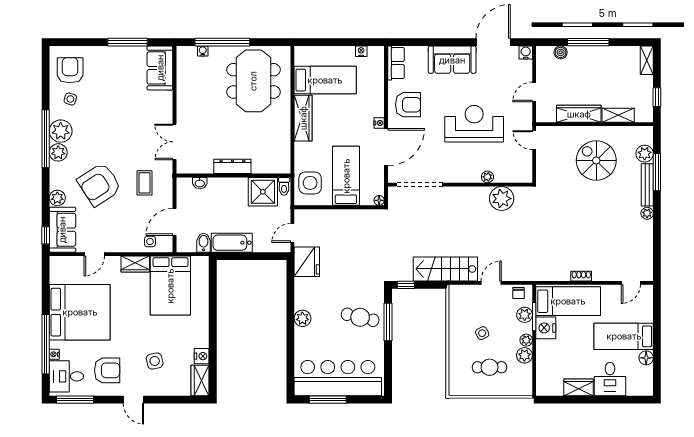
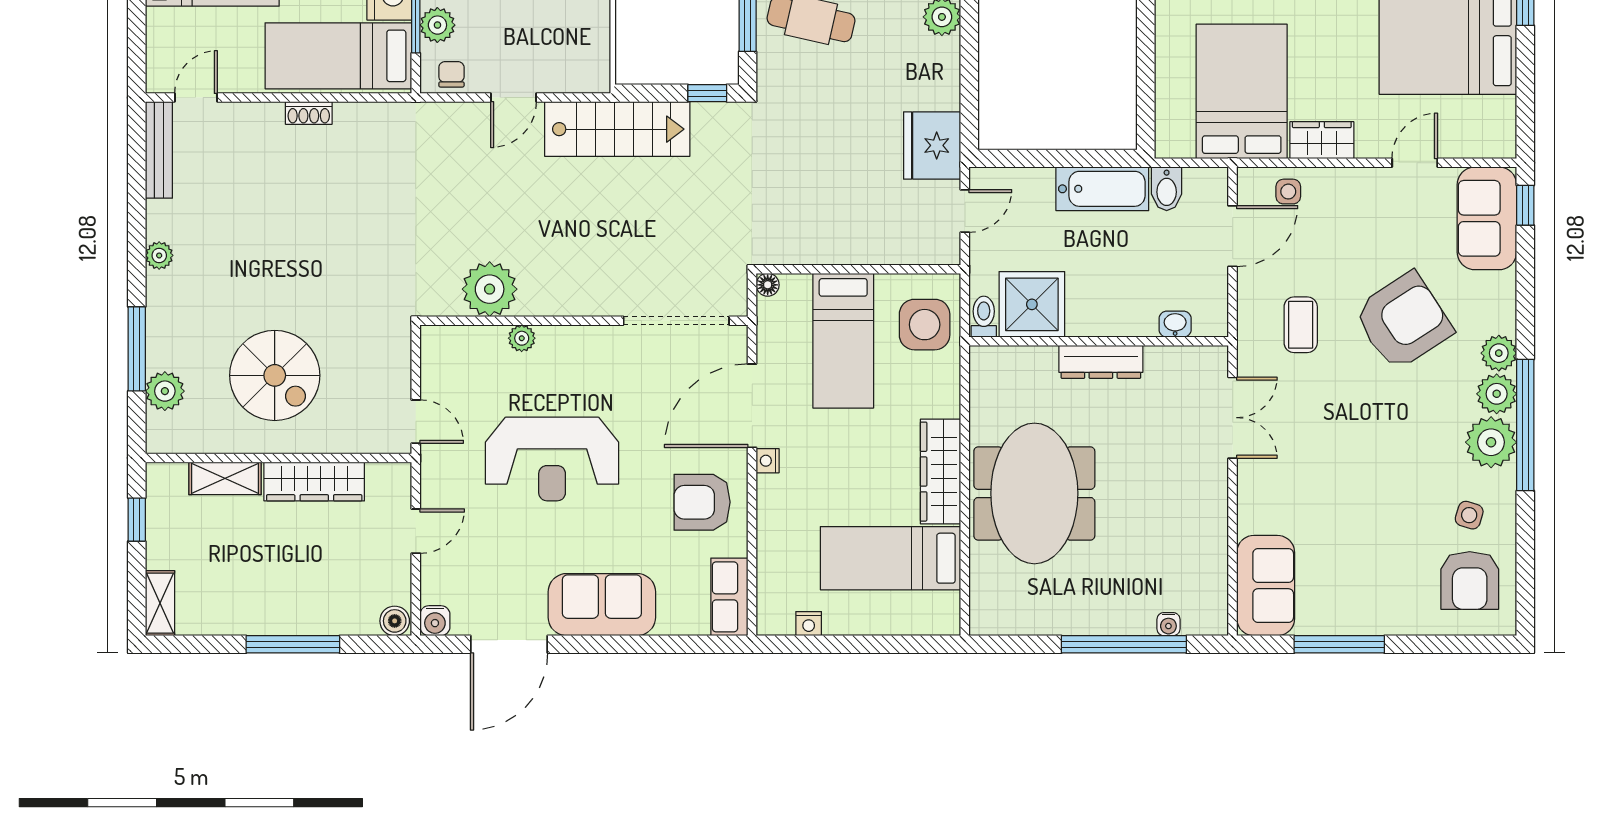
boiler: (561, 52) -> (395, 621), moved
meeting table: (253, 81) -> (1034, 493), moved
bench: (647, 185) -> (159, 150), moved
plant: (57, 198) -> (1499, 353), moved

